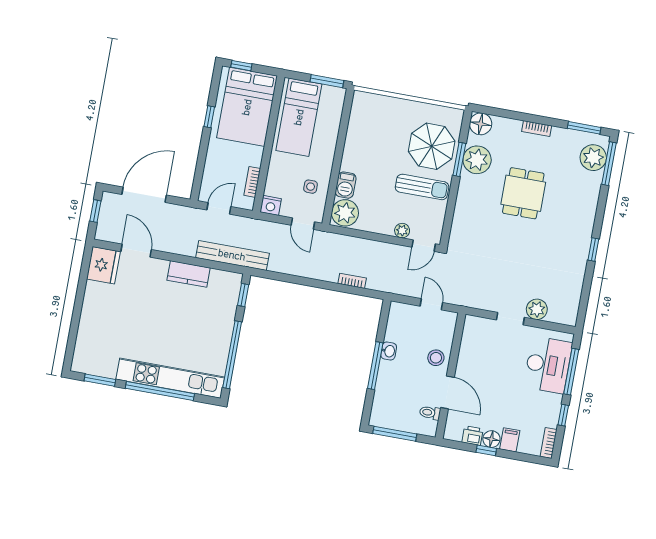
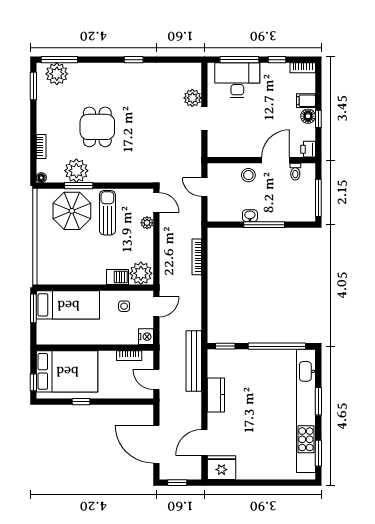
bed: (299, 117) -> (68, 305), moved
floor lamp: (481, 124) -> (41, 178), width x0.53, depth x0.53
bookcase: (537, 129) -> (41, 146), moved
dining table: (523, 193) -> (97, 127), turned 90
bookcase: (352, 281) -> (197, 257), width x1.56
door: (431, 304) -> (204, 187), hinge flipped
kitchen unit: (170, 378) -> (306, 411), width x1.36
window: (160, 391) -> (318, 401), width x0.47
printer: (472, 436) -> (308, 149), moved

